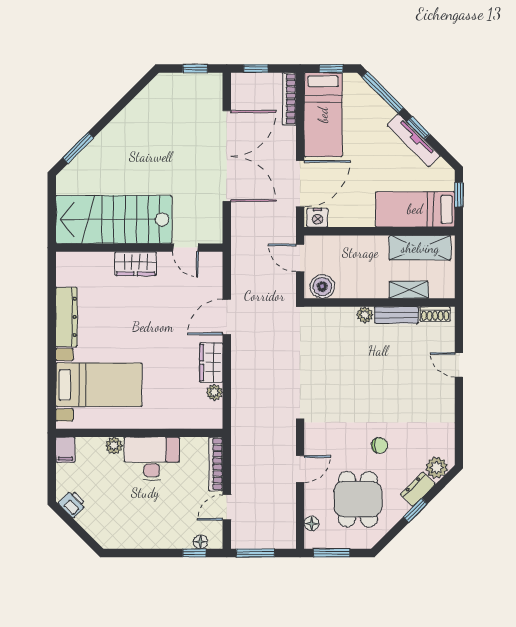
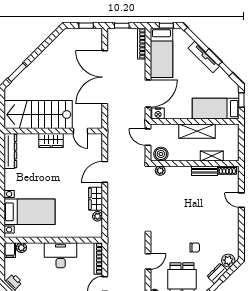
window: (418, 128) -> (226, 69), moved
tv unit: (414, 140) -> (204, 57), moved
double door: (227, 156) -> (105, 77), swing flipped
shelving: (420, 248) -> (197, 131), moved
plant: (365, 315) -> (160, 171), moved
dresser: (66, 317) -> (10, 151), moved
plant: (114, 446) -> (21, 248), moved

